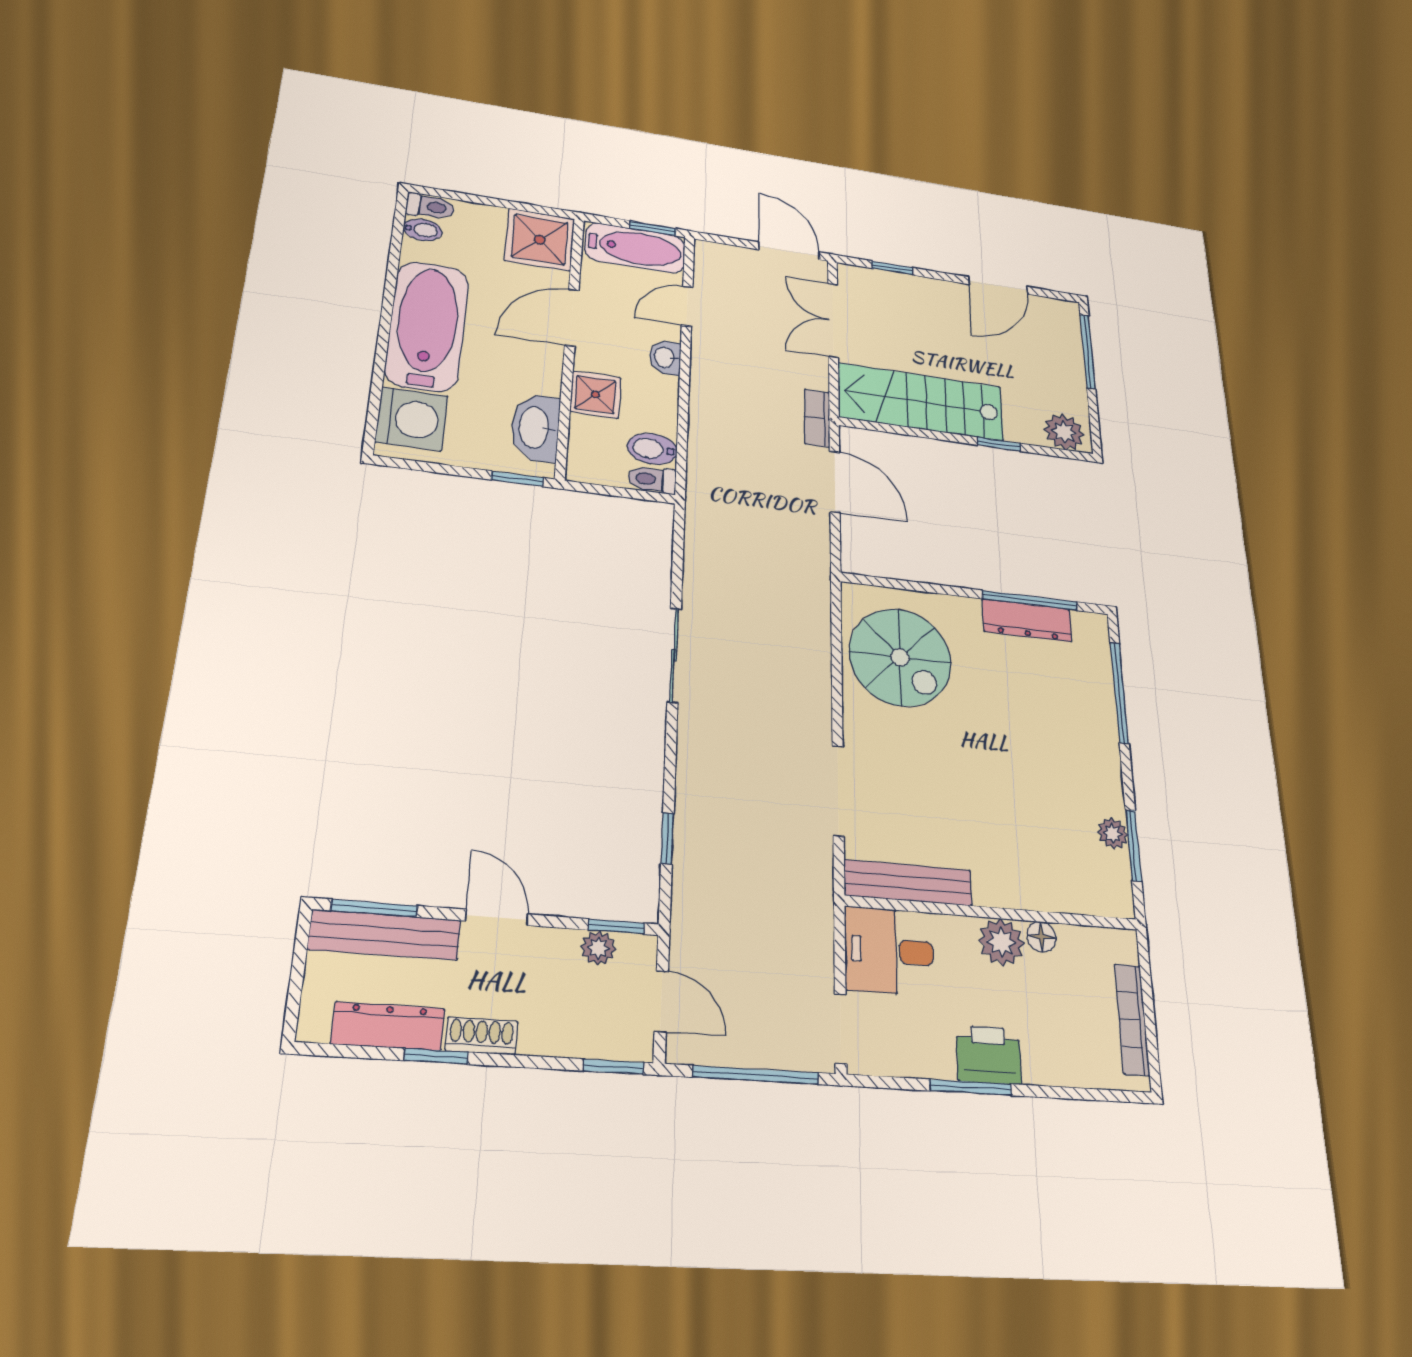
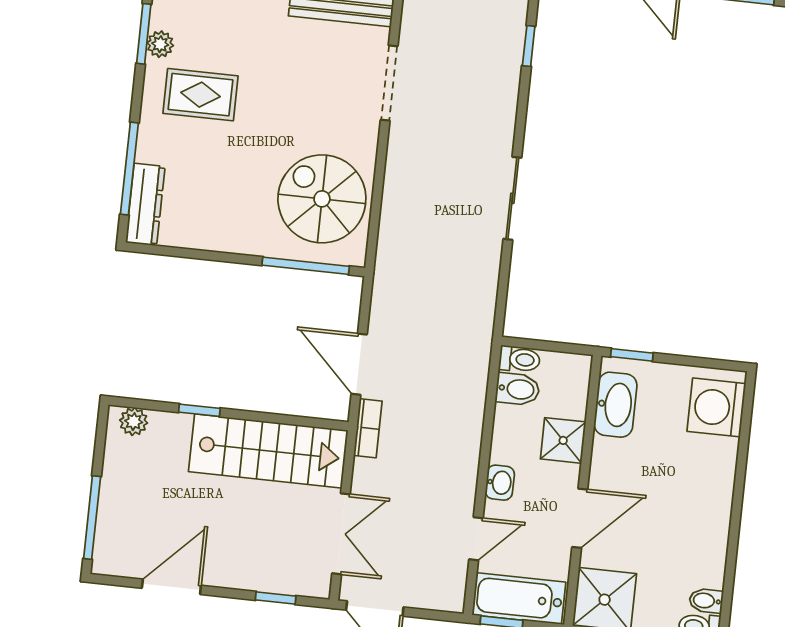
bathtub: (427, 326) -> (703, 500), removed
plant: (1064, 432) -> (134, 422), width x0.73, depth x0.73
window: (1030, 600) -> (306, 266), moved
dresser: (1027, 620) -> (145, 204), moved, turned 90
rug: (1057, 775) -> (201, 95), added

